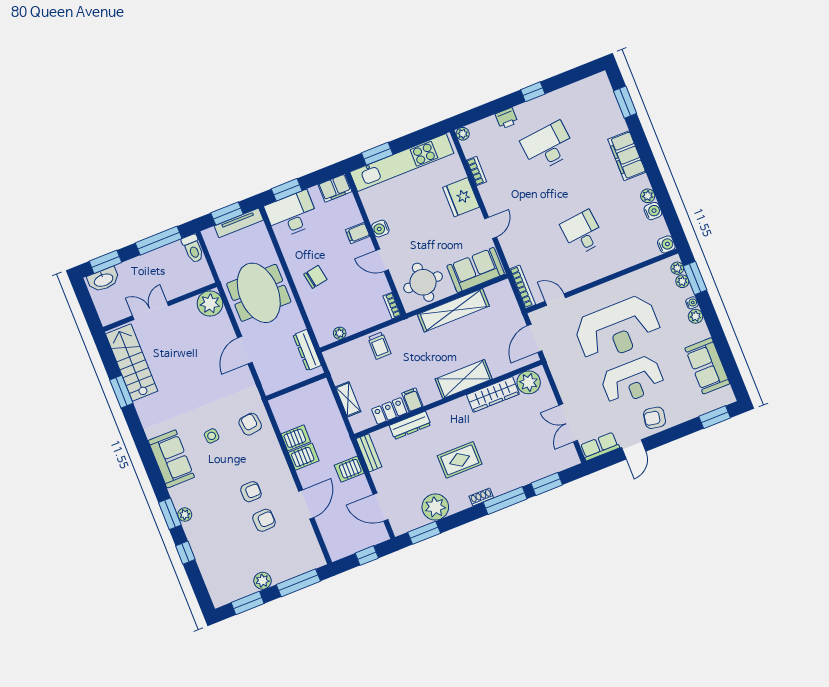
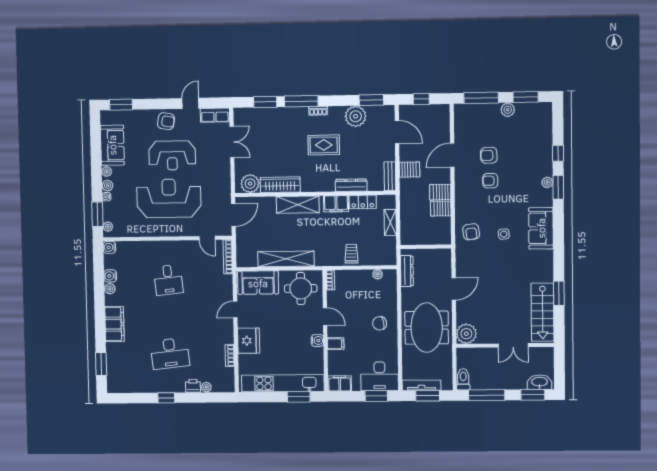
plant: (463, 134) -> (206, 387), moved
plant: (682, 281) -> (107, 171), moved
reception desk: (632, 381) -> (172, 155), turned 180
filing cabinet: (412, 400) -> (336, 204), width x2.00

